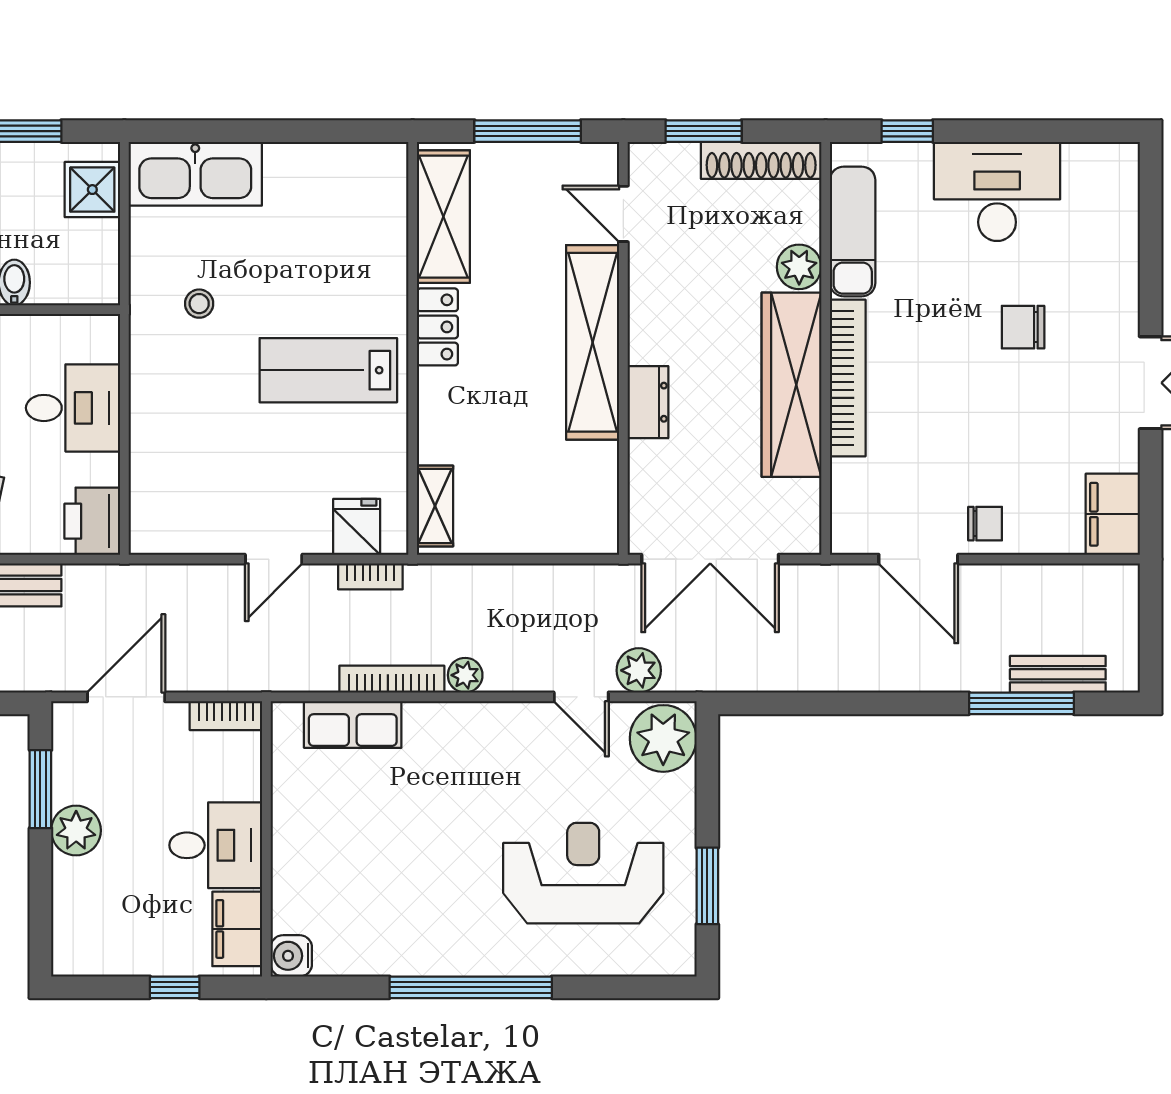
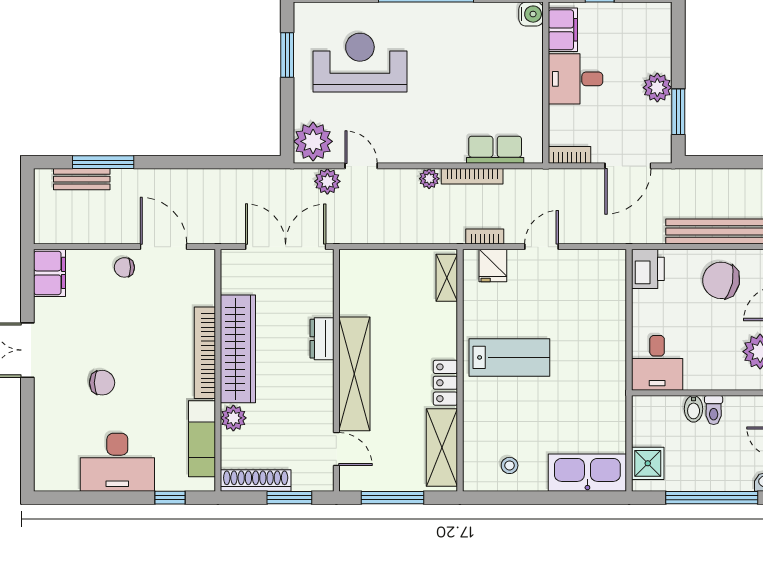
stool: (199, 304) -> (510, 465), moved
desk: (73, 408) -> (657, 363), moved, turned -90
reception desk: (583, 873) -> (360, 63), turned 180

